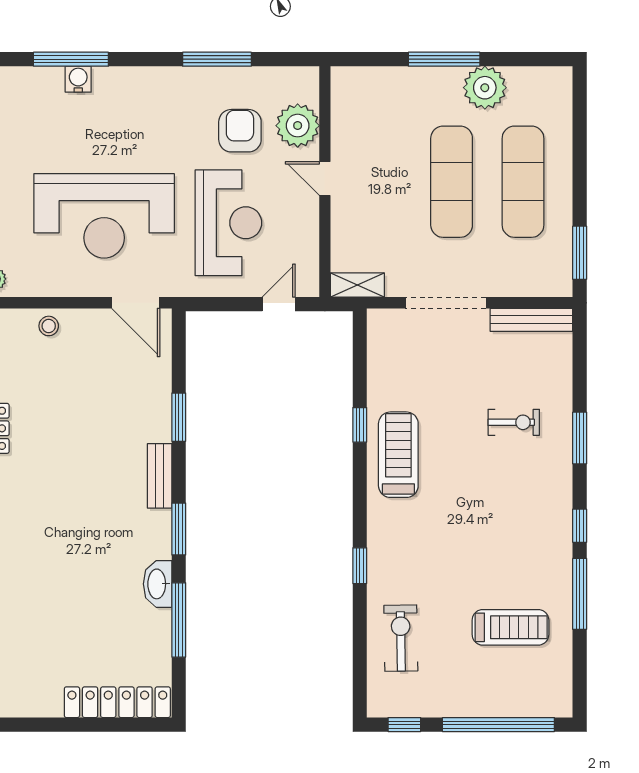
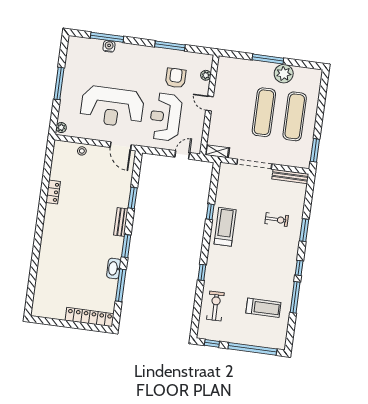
plant: (298, 126) -> (206, 75), width x0.53, depth x0.53
reception desk: (228, 223) -> (165, 117), turned 180

